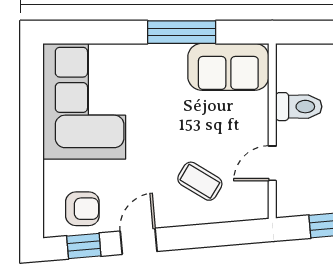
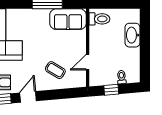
toilet: (299, 107) -> (99, 19), moved

